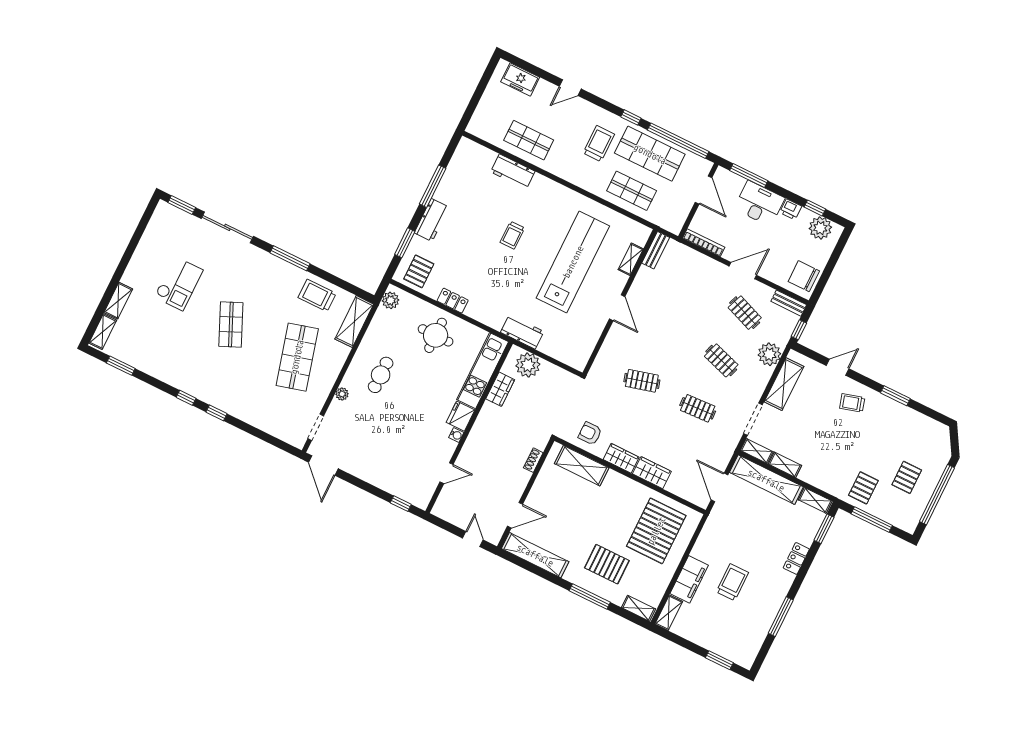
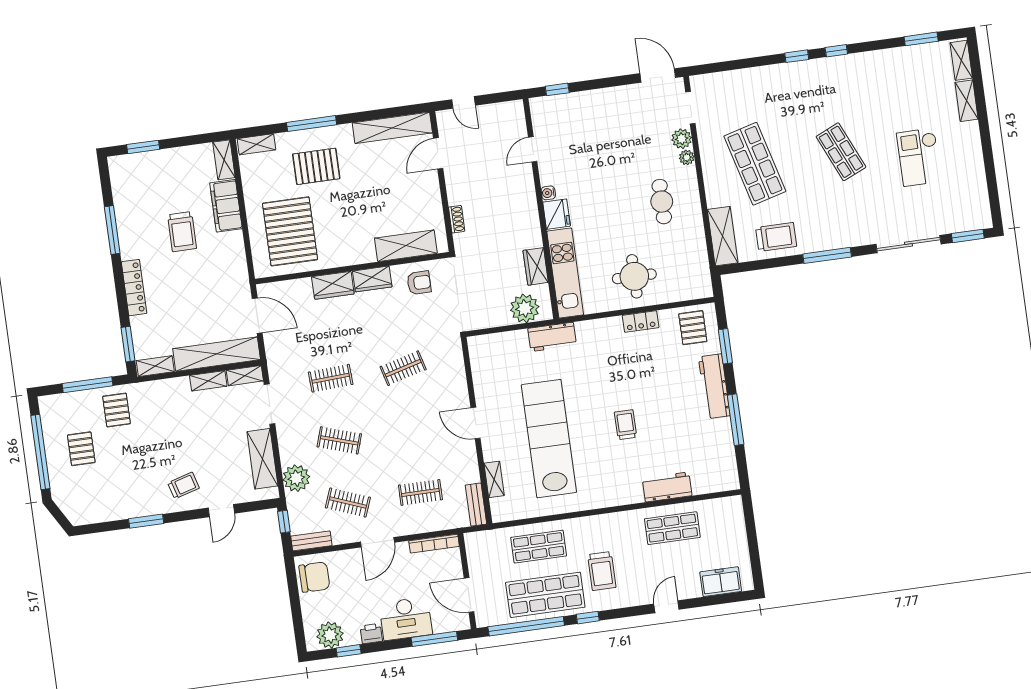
workbench: (432, 220) -> (714, 386), width x1.37
lab bench: (573, 262) -> (549, 439), turned 180
clothes rail: (689, 285) -> (420, 492), added
plant: (390, 300) -> (682, 139), moved
locker: (796, 558) -> (134, 288), width x1.53

